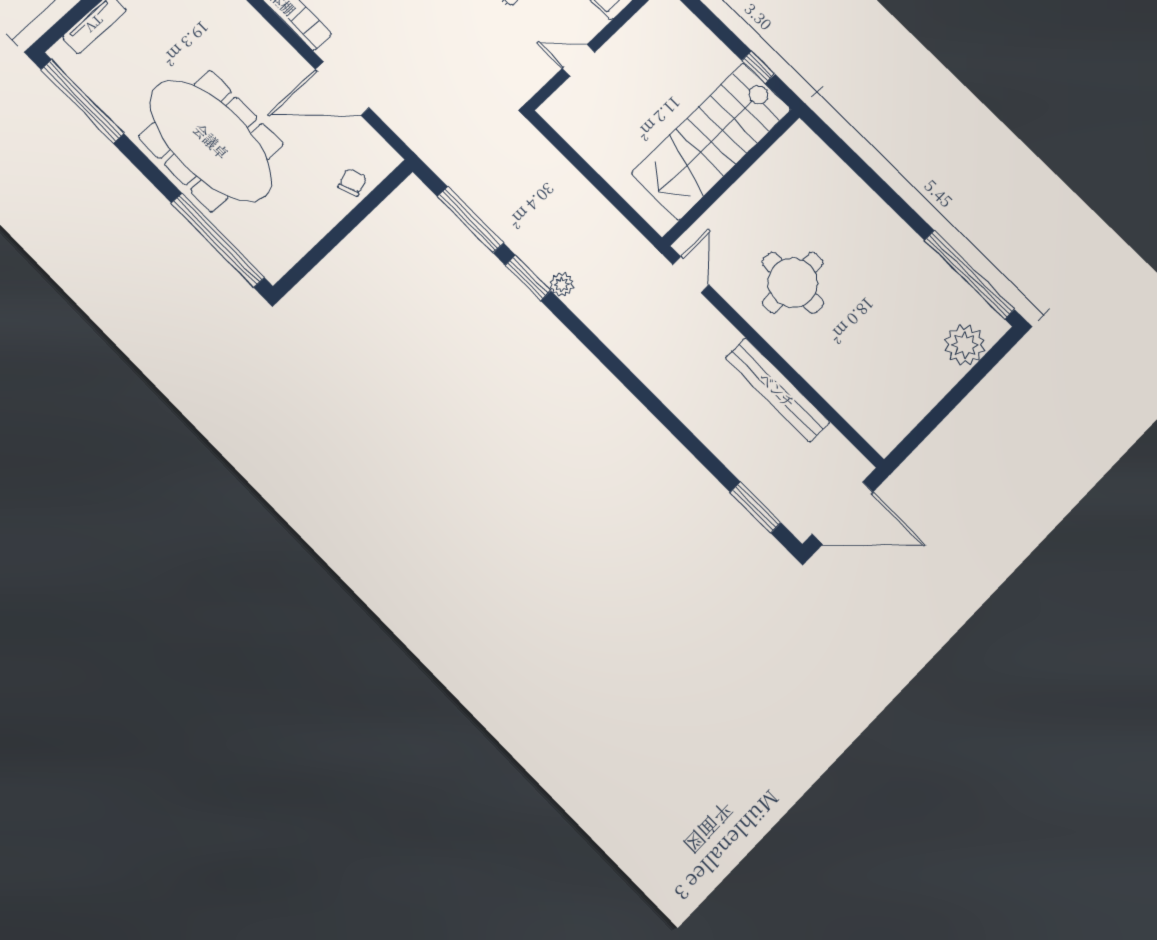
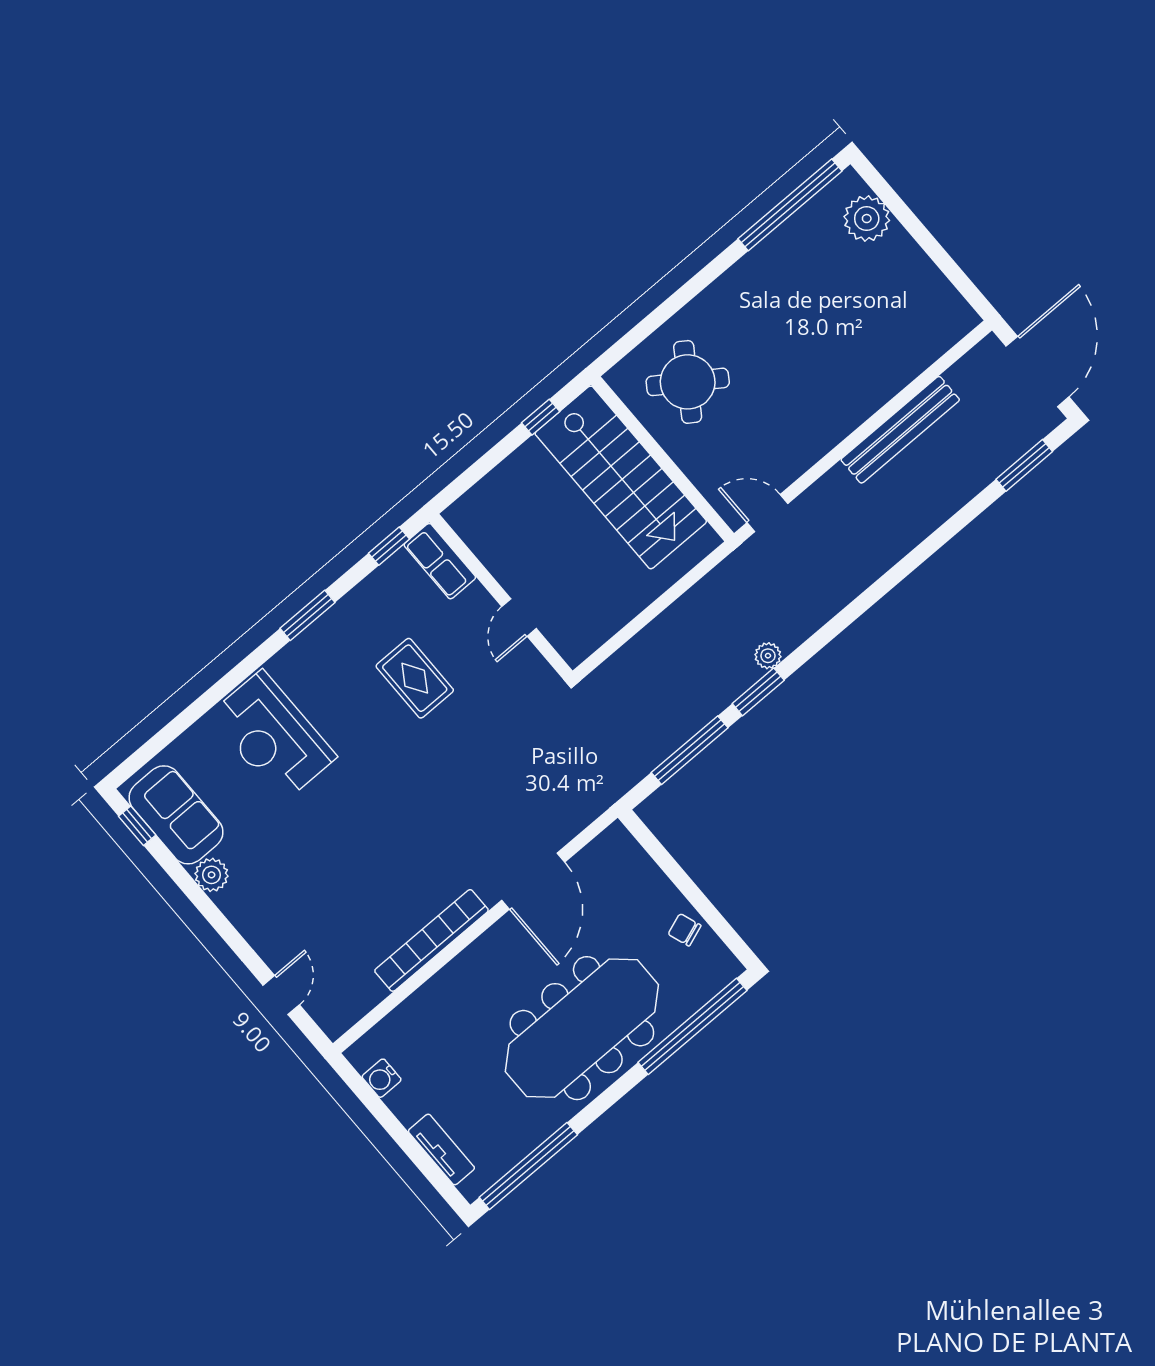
chair: (352, 182) -> (685, 930), moved
round table: (793, 283) -> (688, 382), moved, turned 34

